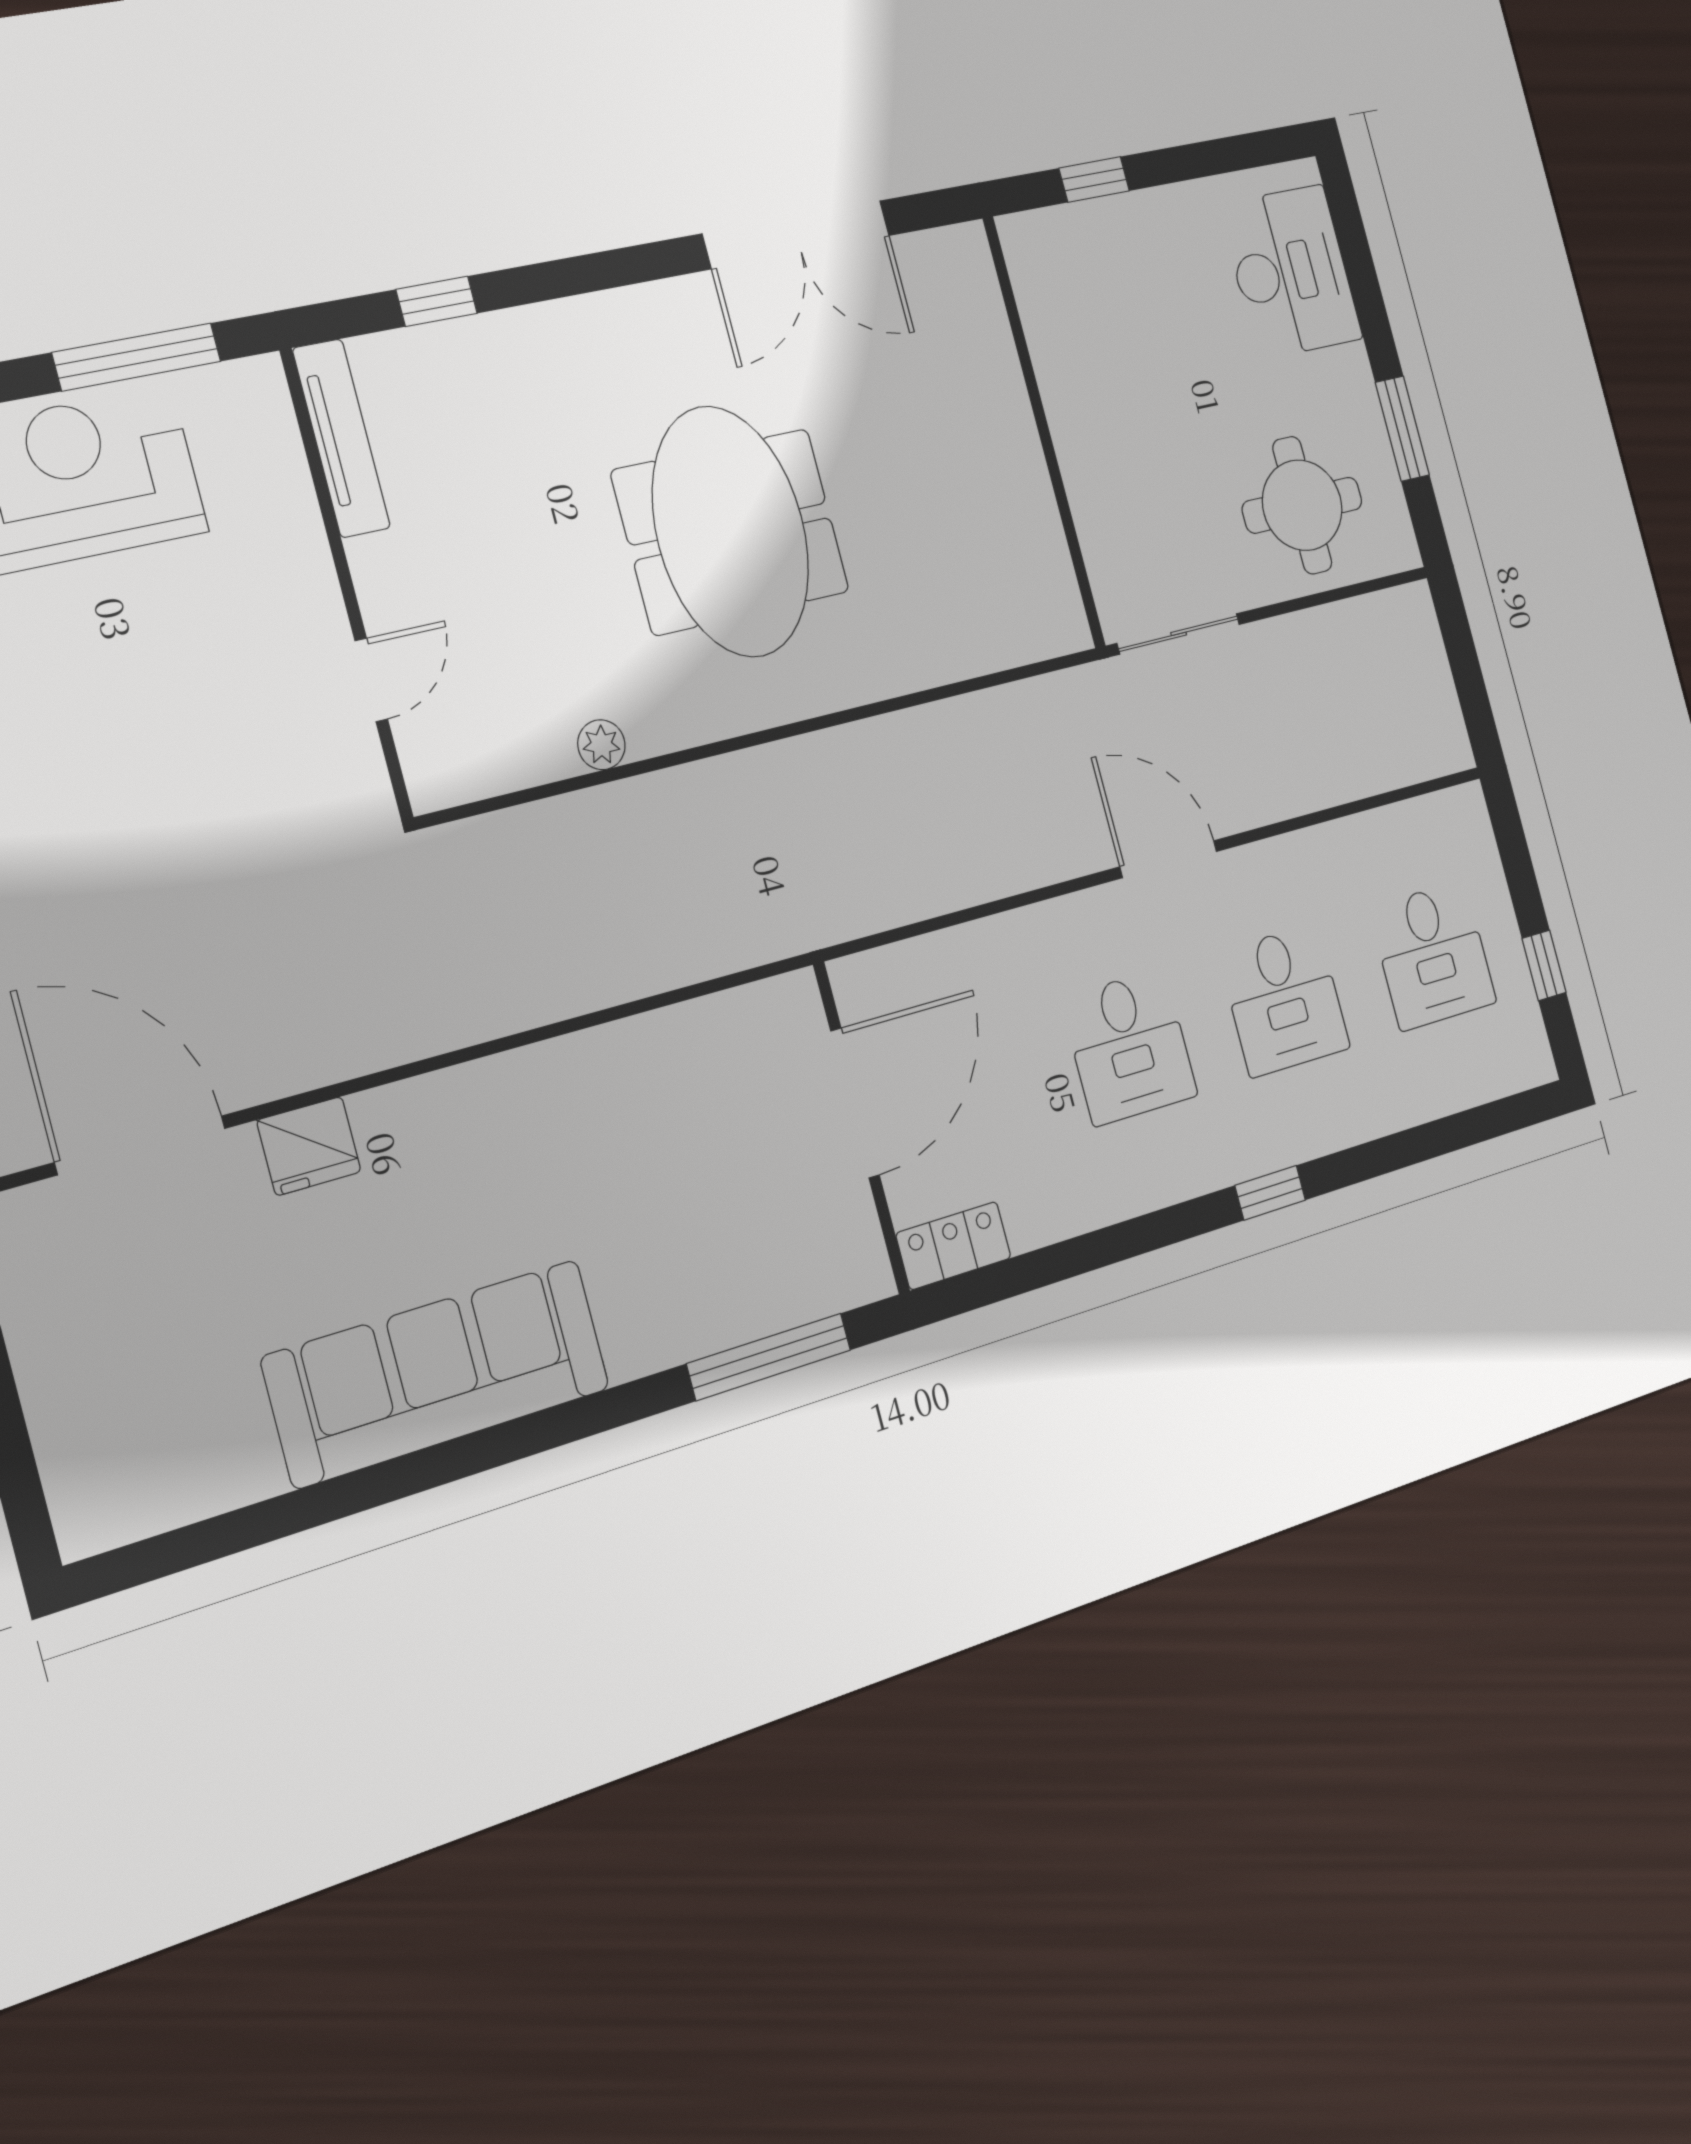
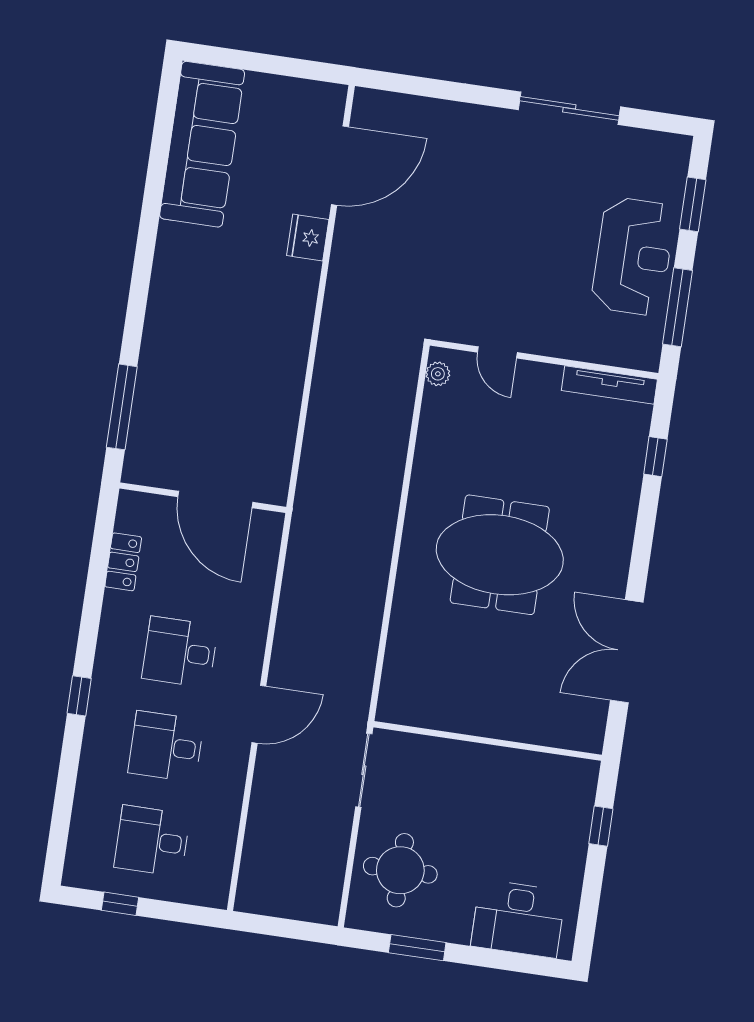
plant: (601, 745) -> (438, 374), moved
locker: (953, 1246) -> (123, 562), moved
sofa: (437, 1373) -> (202, 144), moved

